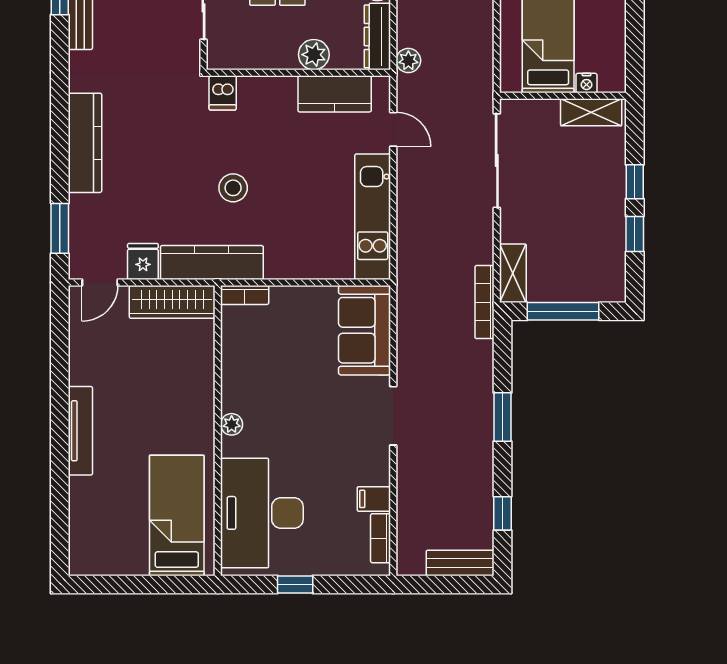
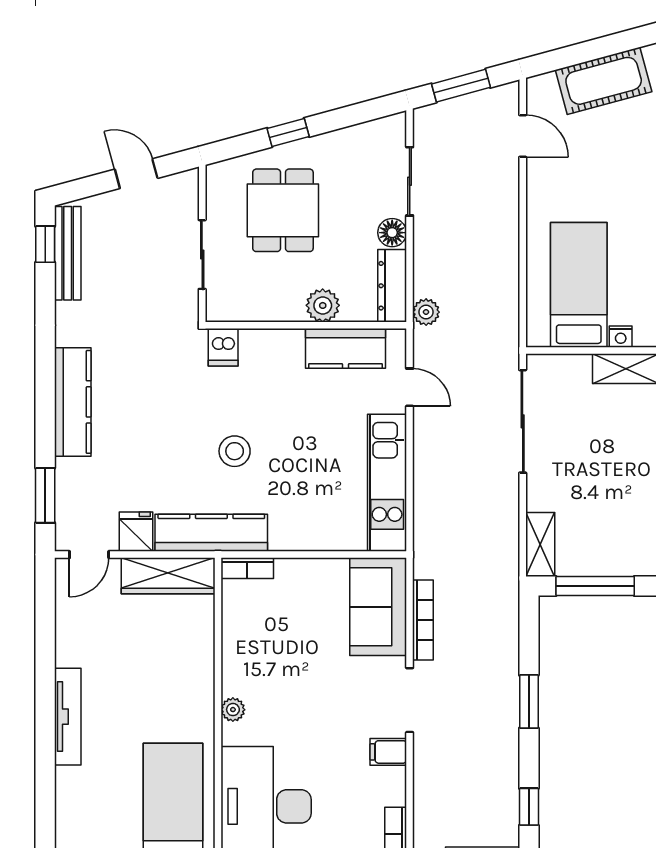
bookcase: (485, 302) -> (423, 620), moved, turned 180
filing cabinet: (374, 499) -> (388, 752), moved

